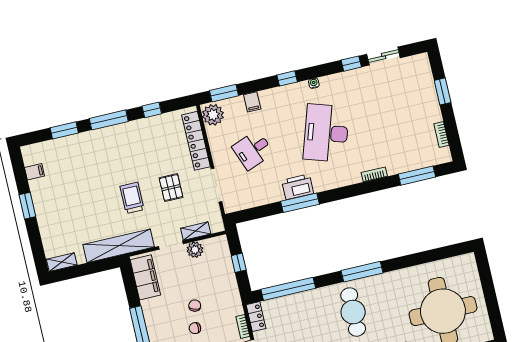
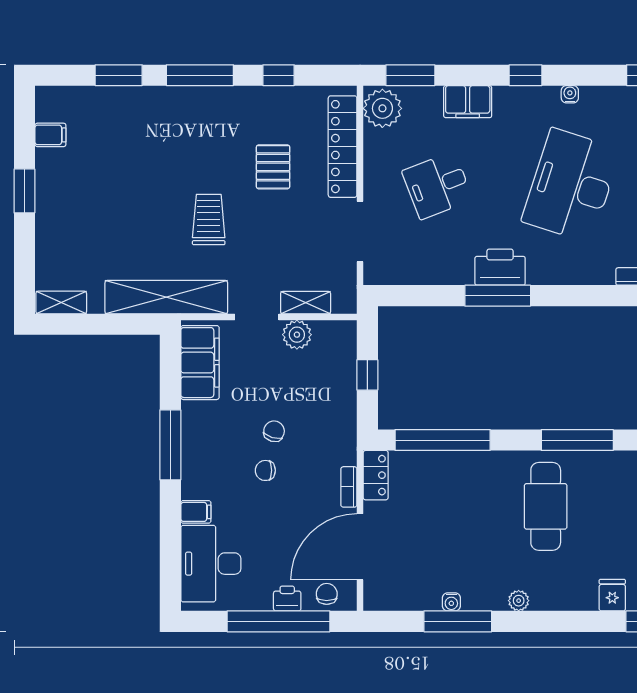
filing cabinet: (252, 102) -> (468, 102), width x2.00
pallet: (171, 188) -> (273, 167), moved

